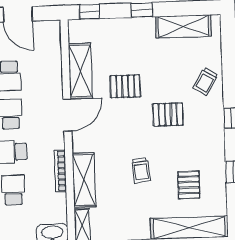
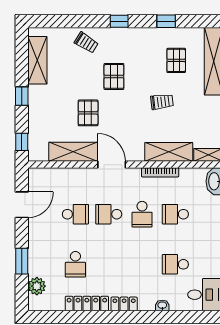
pallet: (189, 185) -> (176, 60), turned 90

